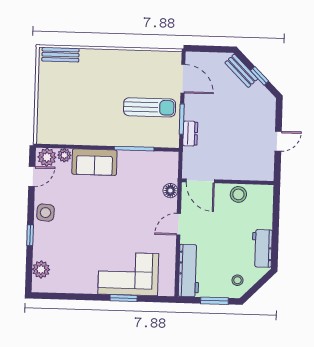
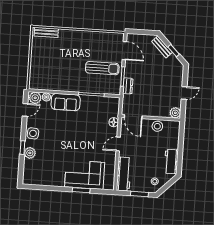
plant: (266, 172) -> (175, 113), added
plant: (41, 269) -> (30, 153), moved

